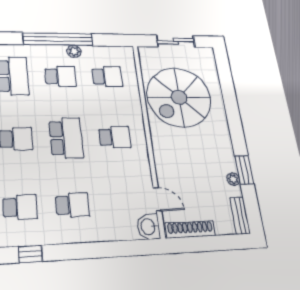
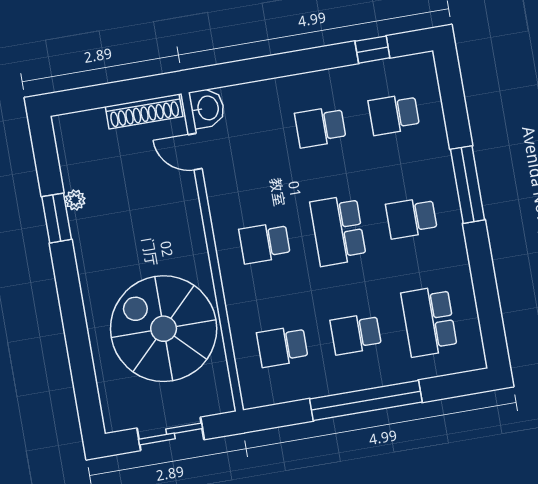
plant: (74, 51) -> (338, 383), removed
spiral stairs: (179, 97) -> (164, 329), turned -90
bench: (240, 216) -> (66, 142), removed

